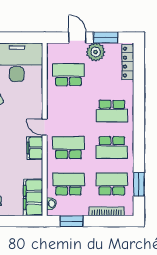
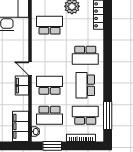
school desk: (112, 148) -> (85, 85), turned 90
school desk: (68, 184) -> (50, 115), turned 180
window: (139, 184) -> (108, 116), width x1.44

